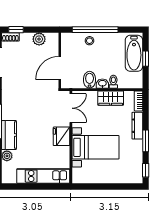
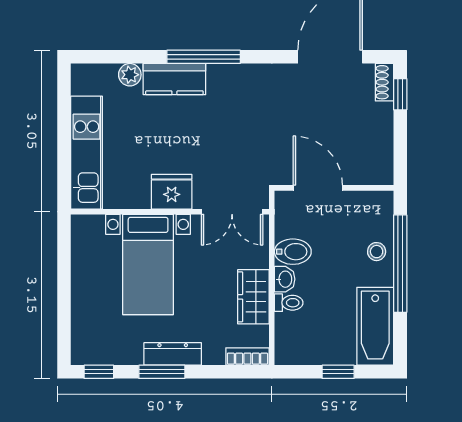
plant: (39, 39) -> (380, 144), removed
bathtub: (134, 53) -> (375, 326), moved, turned -90
dresser: (137, 126) -> (173, 354), moved

